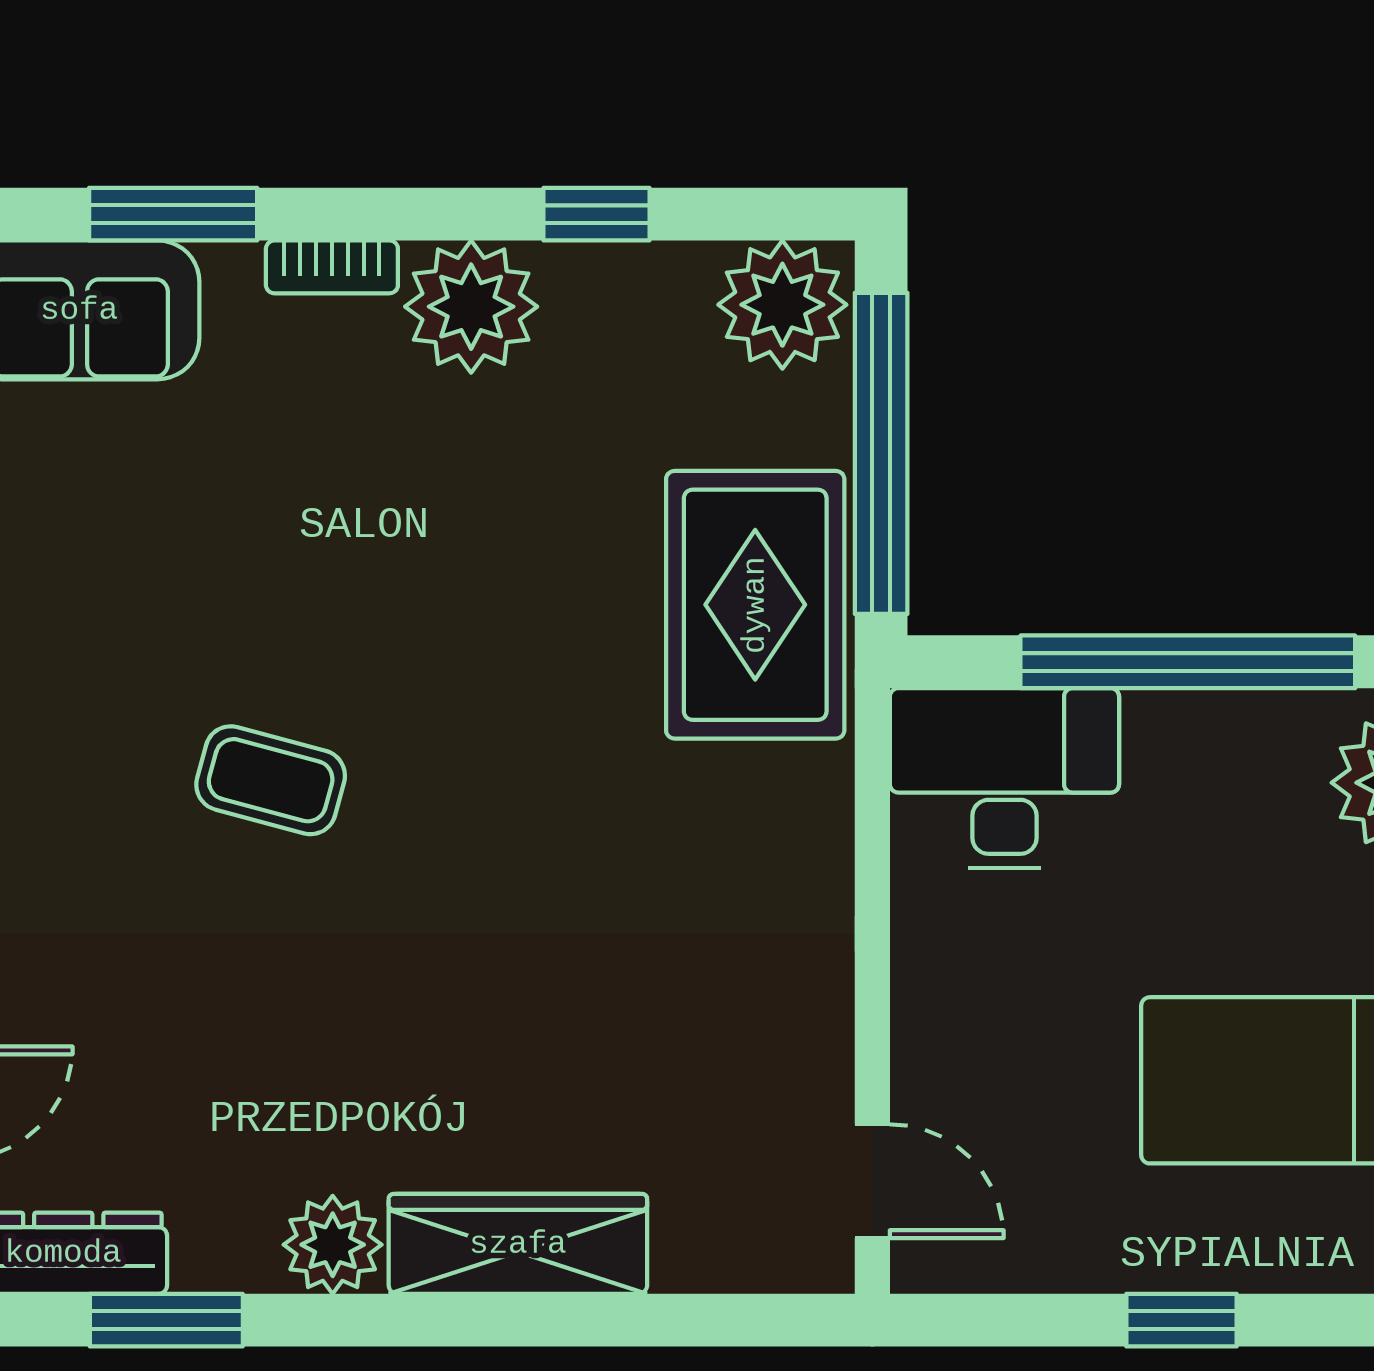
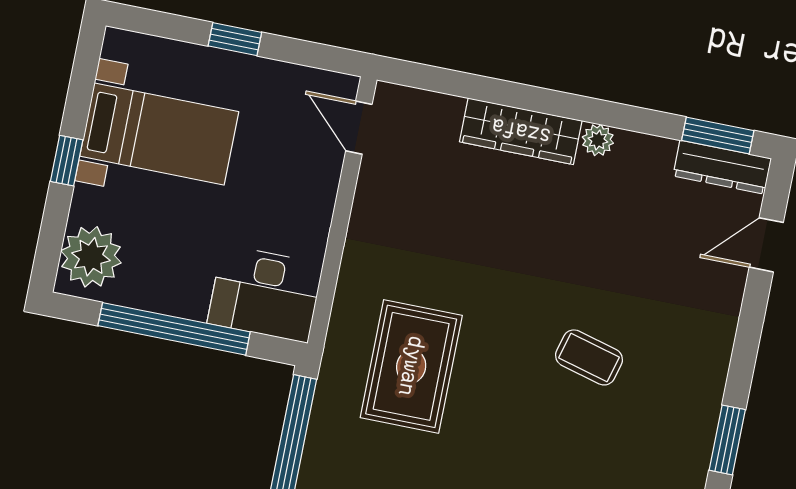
rug: (755, 605) -> (411, 366), moved
plant: (333, 1245) -> (598, 140), width x0.73, depth x0.73
window: (166, 1320) -> (718, 136), moved

